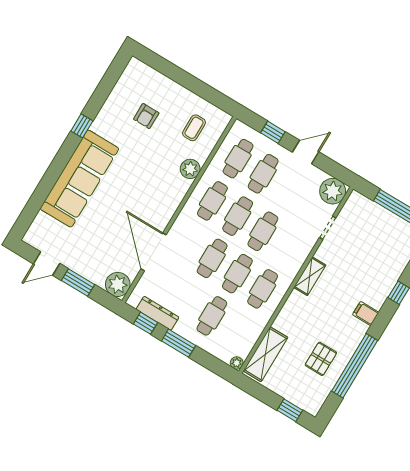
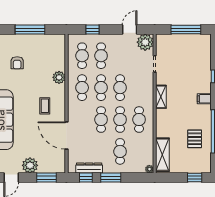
window: (190, 82) -> (30, 30), added
coffee table: (194, 128) -> (45, 106), moved
door: (306, 152) -> (130, 30), moved
window: (78, 283) -> (47, 178), moved
plant: (118, 284) -> (30, 165), moved

